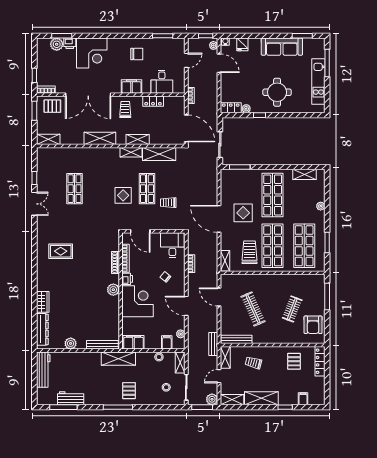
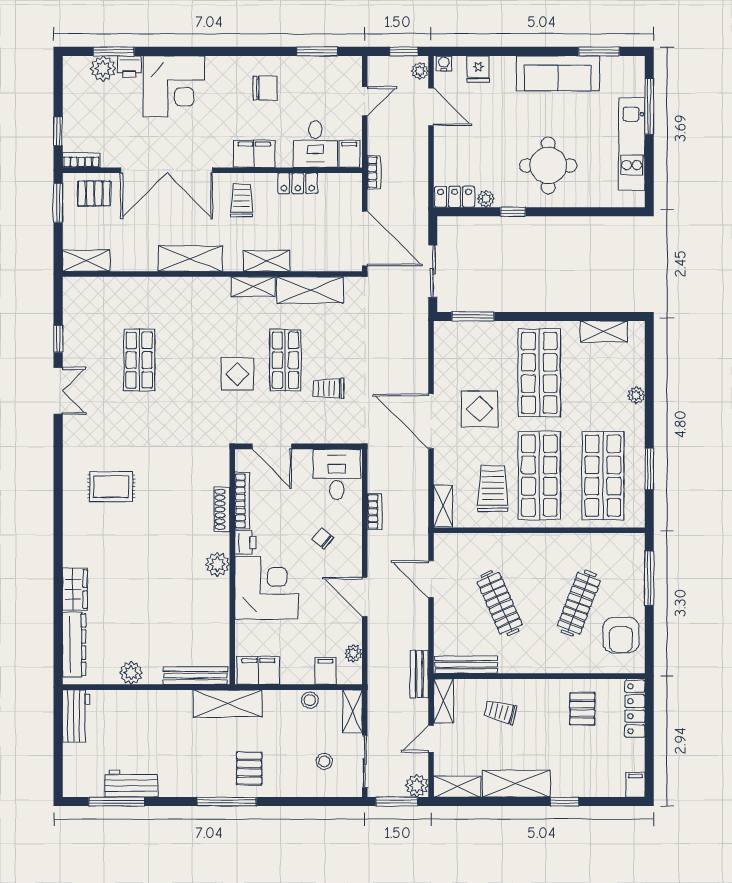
filing cabinet: (179, 86) -> (349, 154), added
clothes rail: (292, 309) -> (579, 603), width x1.36
workbench: (43, 370) -> (76, 716), width x0.73
filing cabinet: (303, 399) -> (635, 785), moved

